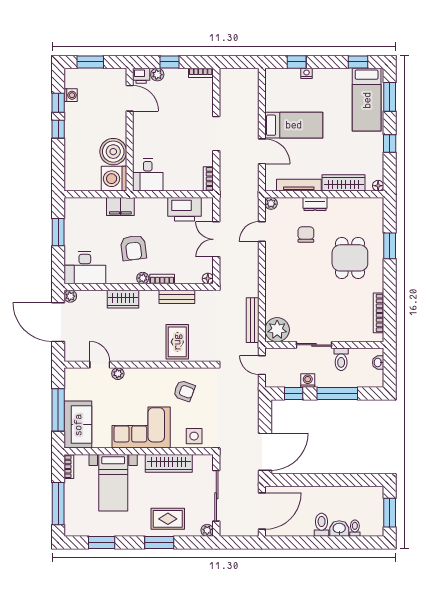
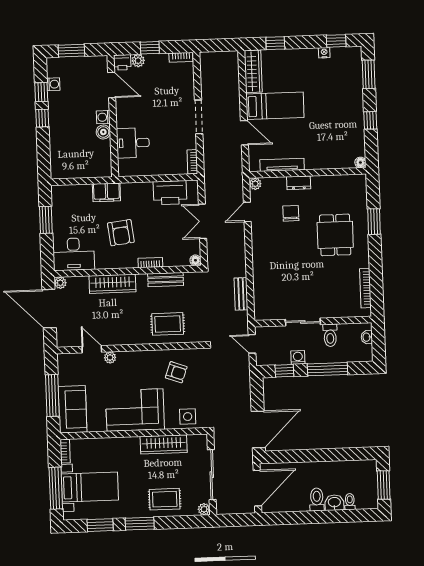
nightstand: (307, 73) -> (324, 53), moved
bed: (367, 100) -> (346, 78), removed
boiler: (113, 152) -> (103, 132), width x0.54, depth x0.54
desk: (148, 175) -> (133, 143), moved, turned 90
washing machine: (114, 179) -> (103, 117), moved, width x0.53, depth x0.53
wardrobe: (344, 183) -> (253, 71), moved, turned 90
plant: (143, 278) -> (131, 262), removed
wardrobe: (123, 299) -> (112, 284), width x1.50
bench: (253, 320) -> (241, 294), width x0.73
plant: (277, 330) -> (266, 308), removed
rug: (177, 342) -> (168, 324), turned 90
bed with nightstands: (113, 483) -> (90, 487), moved, turned -90
window: (159, 543) -> (140, 524), moved

